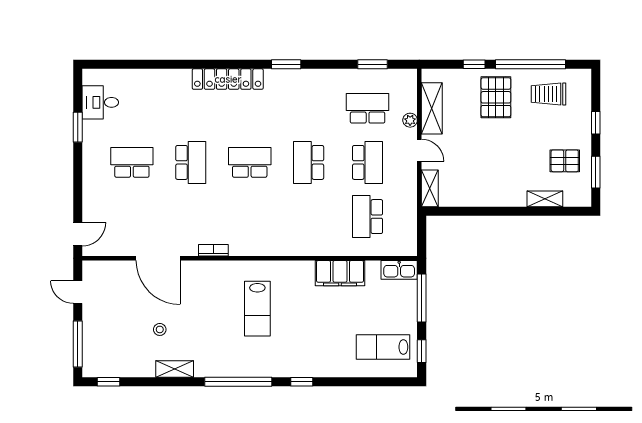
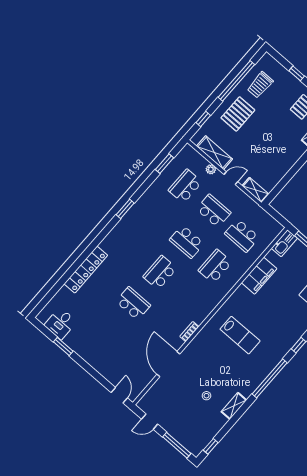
window: (474, 64) -> (203, 119), moved
locker: (228, 79) -> (86, 270), moved
pallet: (496, 97) -> (238, 114), turned 90
school desk: (132, 162) -> (215, 266), moved
door: (158, 258) -> (168, 364), swing flipped

